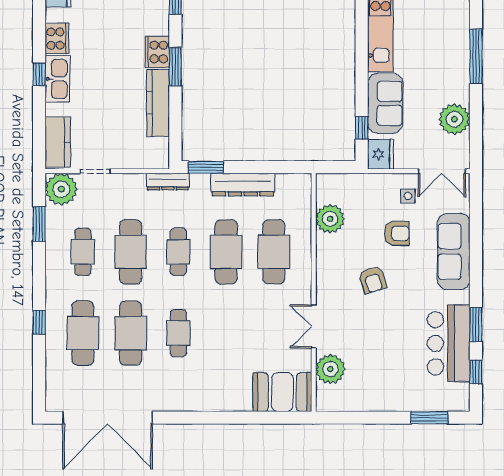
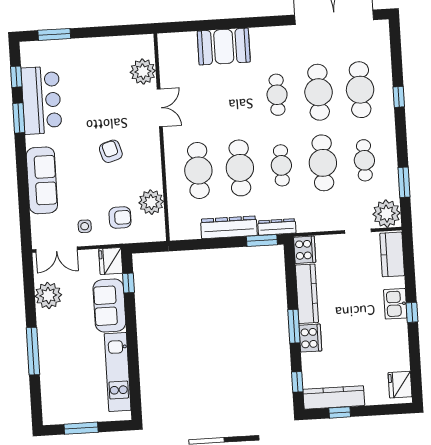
cooker: (57, 39) -> (305, 250), moved, turned 180
kitchen sink: (57, 79) -> (395, 304), width x0.73
double door: (442, 171) -> (57, 250), swing flipped
dresser: (168, 182) -> (277, 227), moved
armchair: (397, 233) -> (120, 218), moved, turned 180
booth: (282, 392) -> (224, 47), moved

